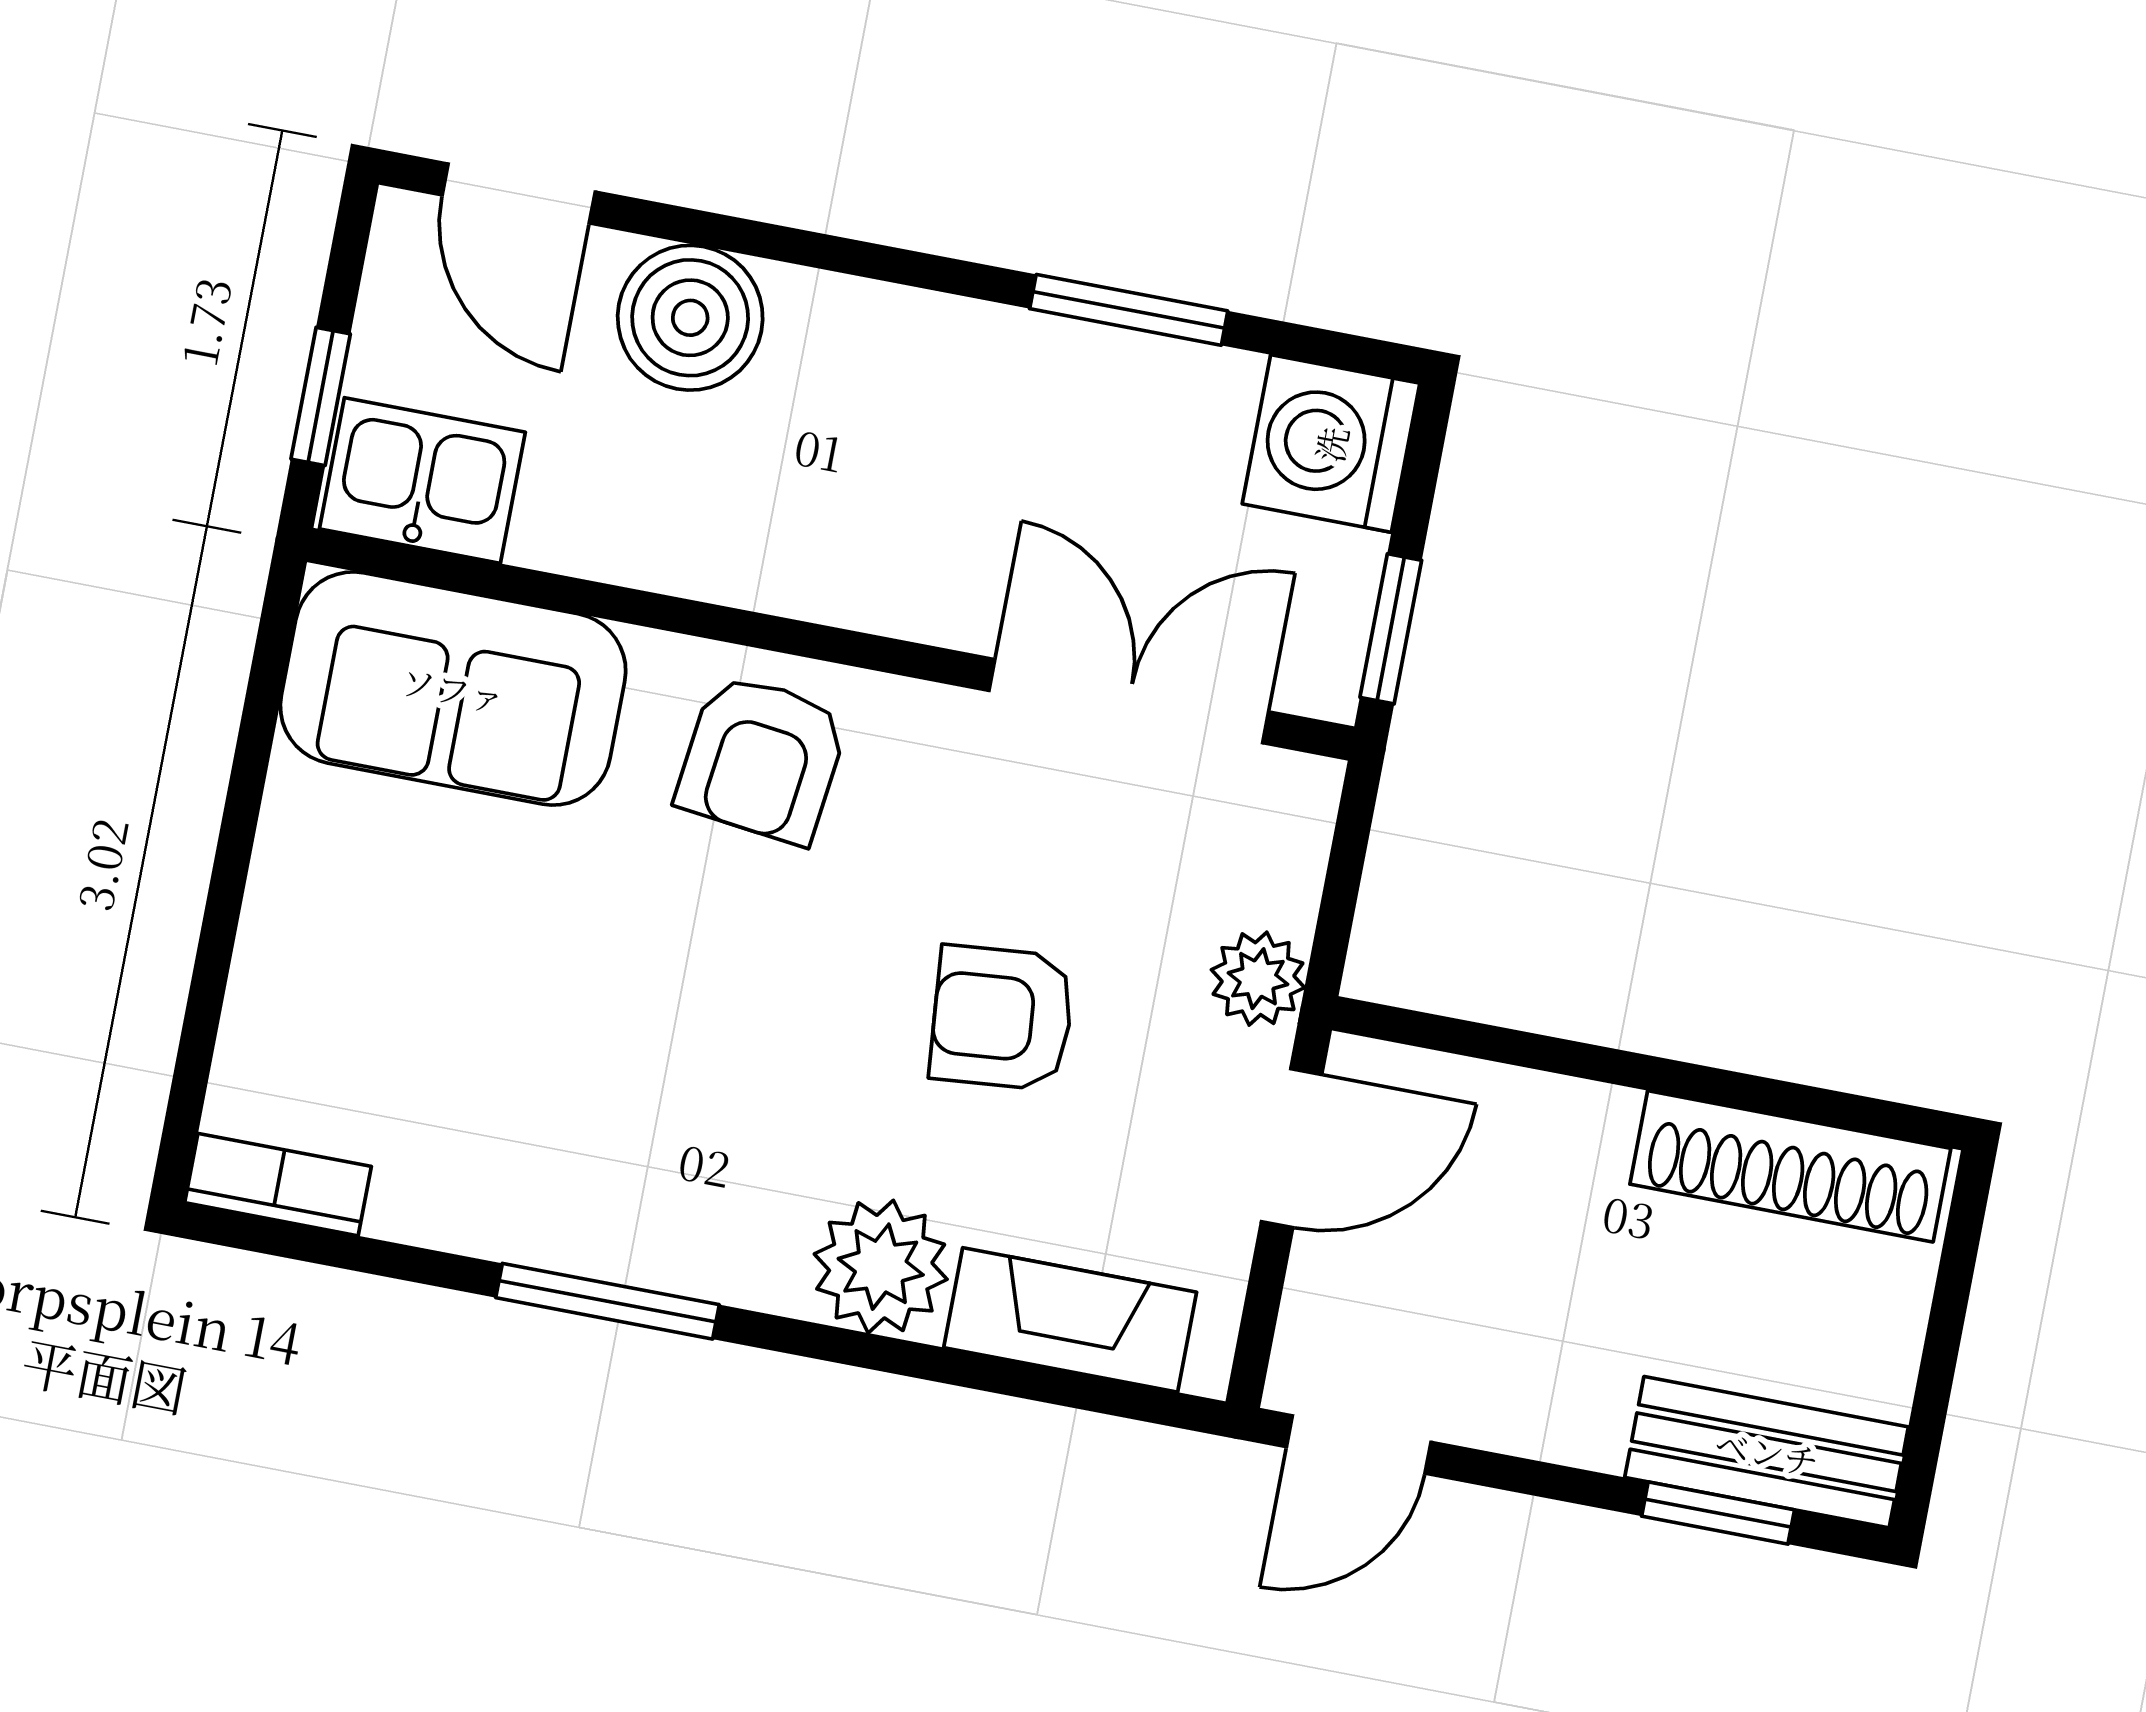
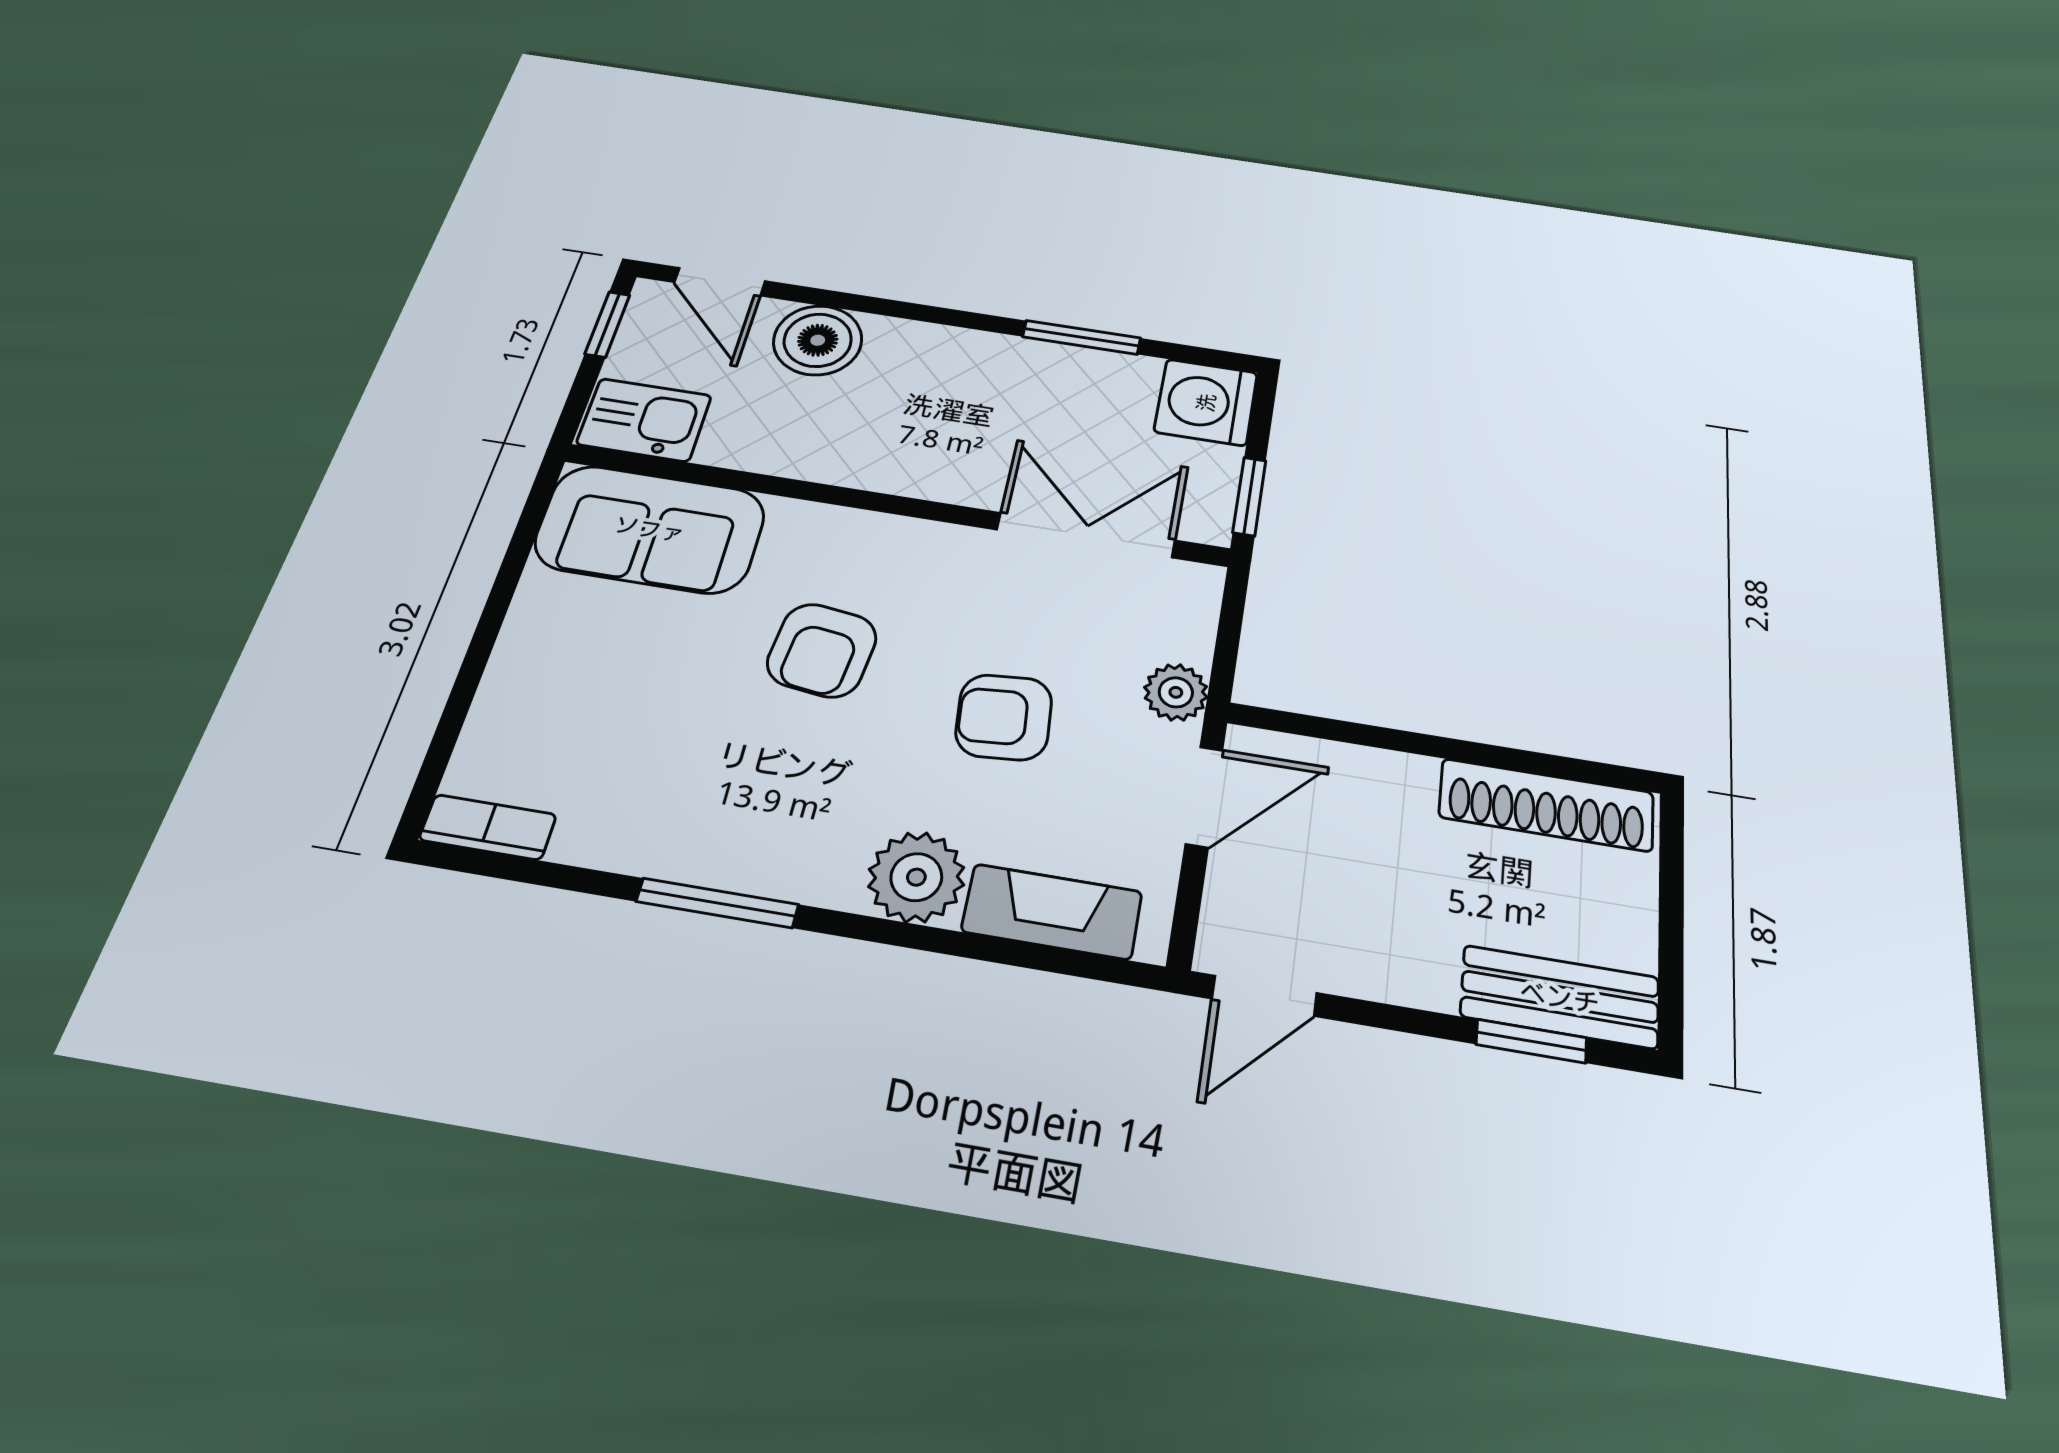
window: (321, 396) -> (607, 324), moved
armchair: (762, 759) -> (822, 650), moved

